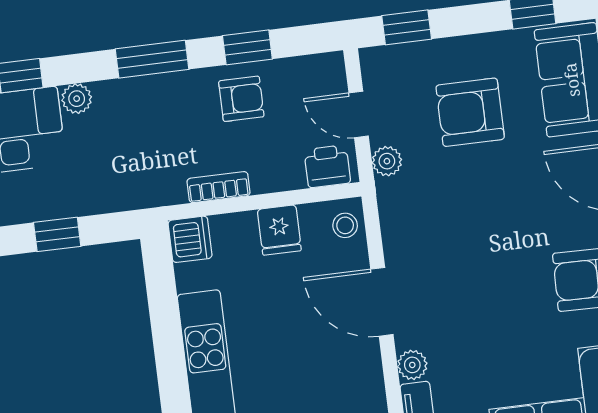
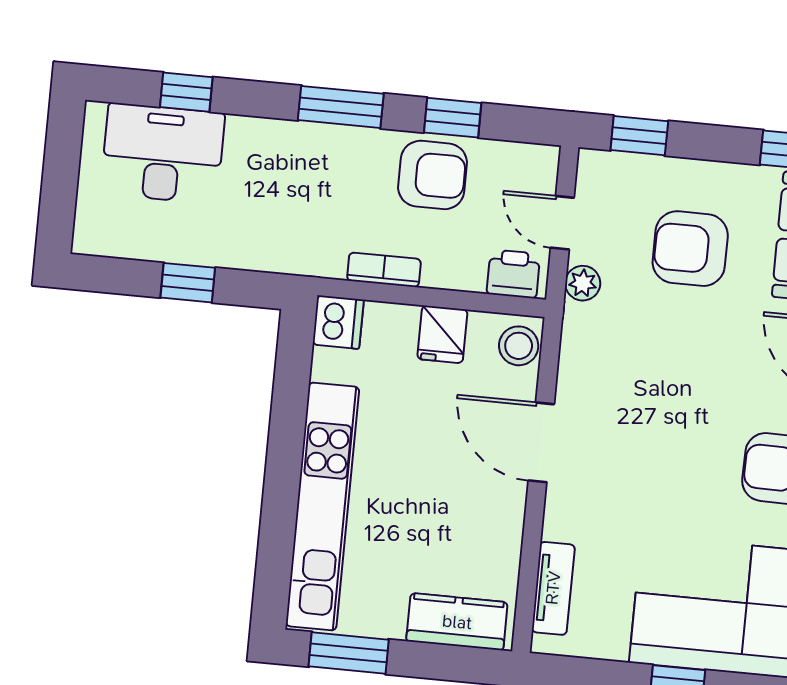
plant: (77, 99) -> (245, 133), removed
armchair: (241, 99) -> (433, 175), width x1.38, depth x1.38
stool: (345, 225) -> (519, 346), width x1.37, depth x1.37
plant: (412, 365) -> (560, 522), removed

